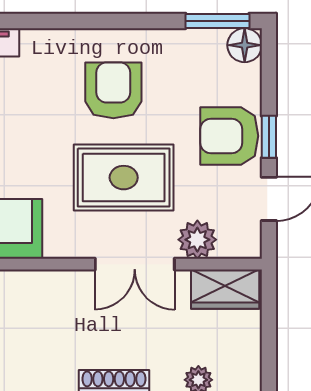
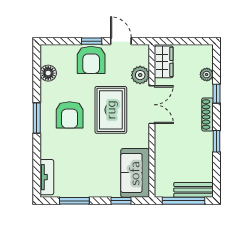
window: (217, 21) -> (37, 118), moved
floor lamp: (245, 45) -> (48, 73), moved
armchair: (113, 90) -> (70, 115), turned -90

